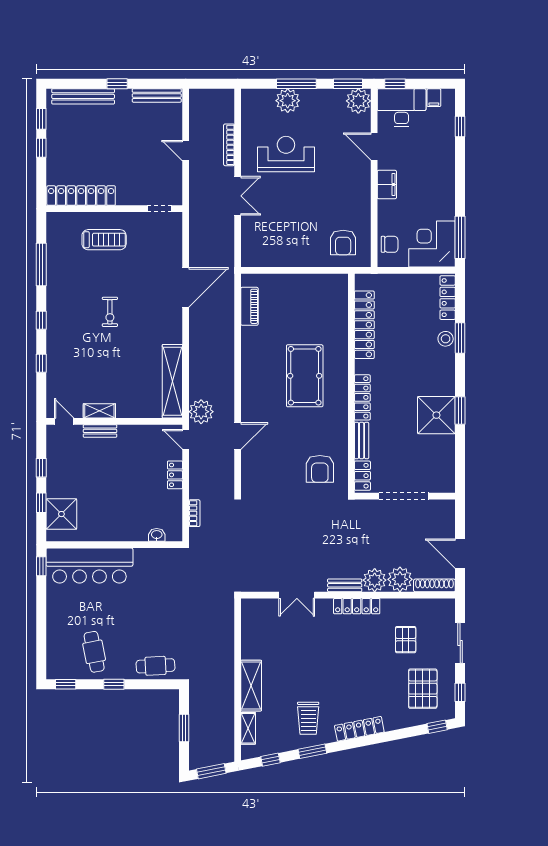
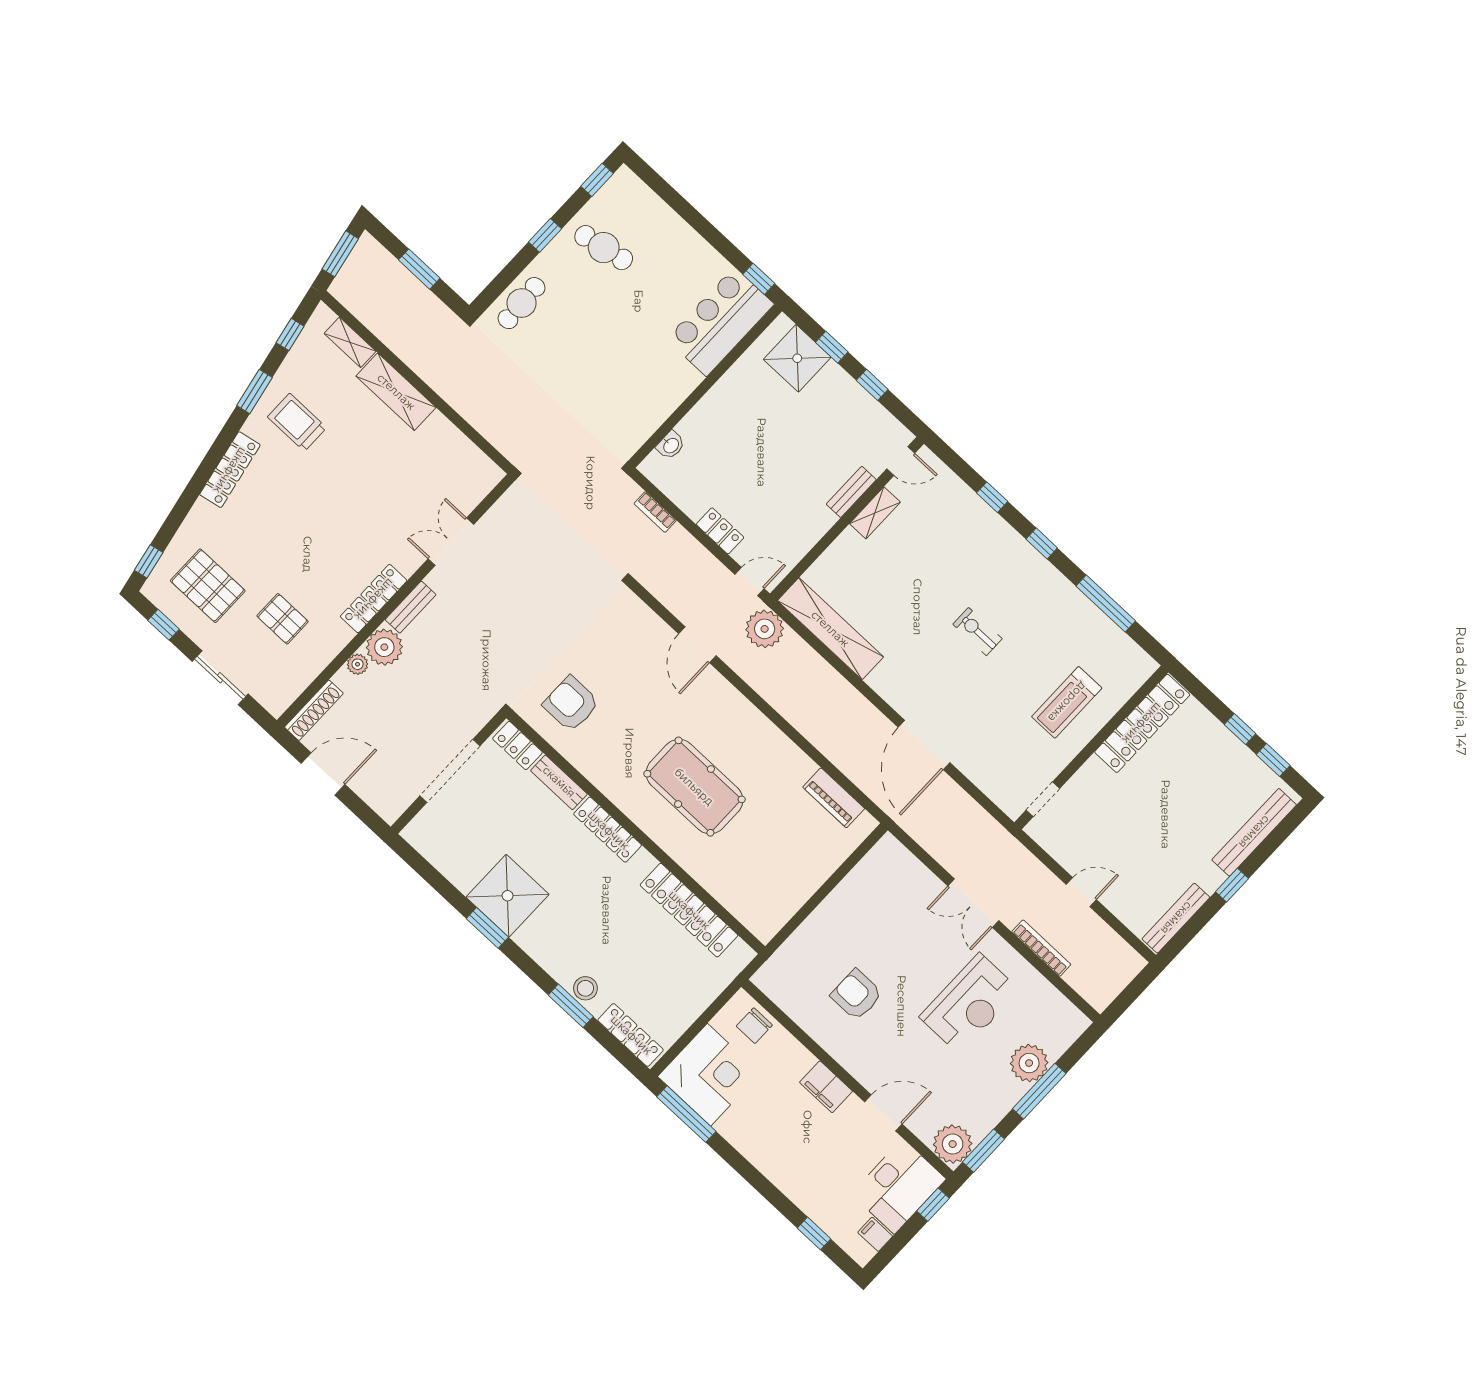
armchair: (343, 242) -> (857, 995), moved
bar counter: (89, 566) -> (720, 322), width x0.73
plant: (400, 579) -> (358, 664), width x0.53, depth x0.53

